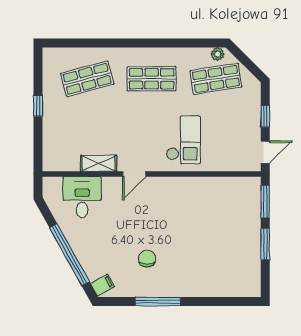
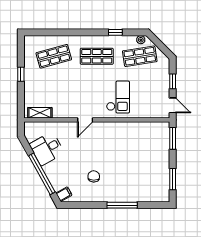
window: (180, 43) -> (115, 32), added
door: (265, 152) -> (173, 105), hinge flipped
shelving: (99, 163) -> (40, 113), moved
desk: (82, 197) -> (47, 149), moved, turned -119
window: (265, 244) -> (173, 179), moved
window: (158, 302) -> (122, 205), moved

